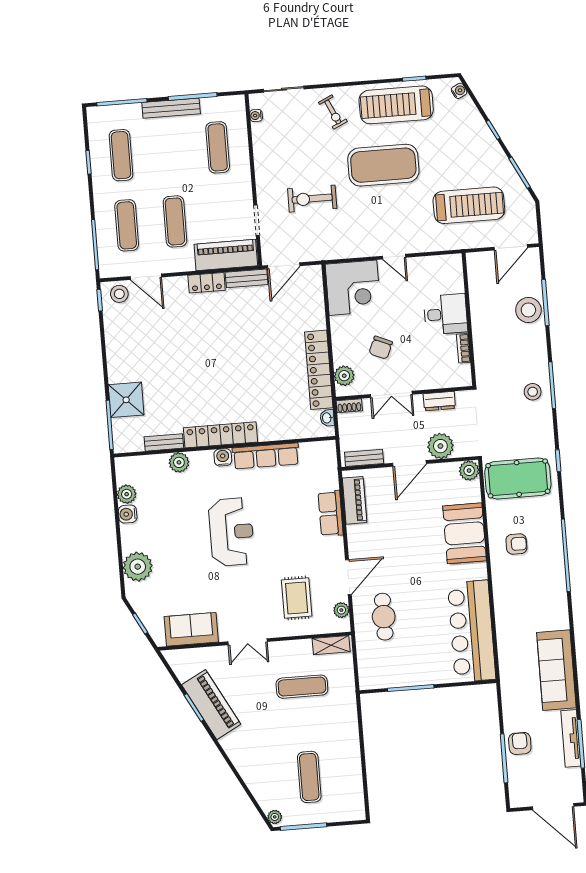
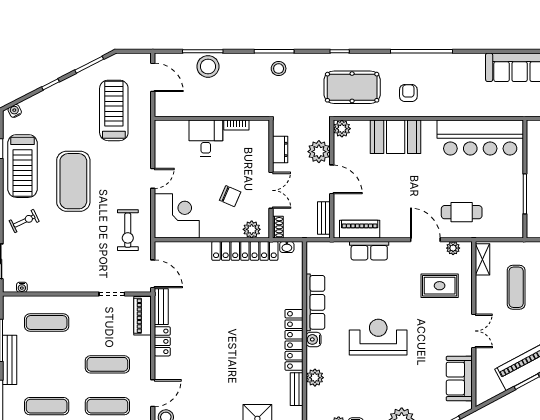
exercise bike: (312, 199) -> (128, 230), moved
piano: (226, 255) -> (143, 316), width x0.73, depth x0.75
pool table: (518, 478) -> (352, 87), turned 90

